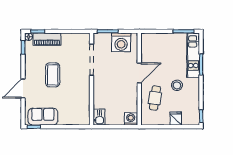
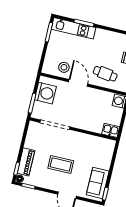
stool: (177, 85) -> (64, 67), moved

